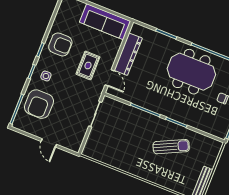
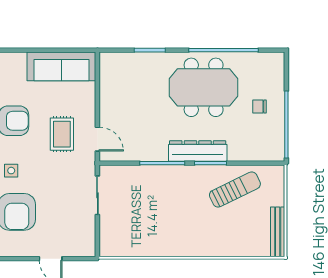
dresser: (128, 54) -> (198, 151), moved, turned -90
sun lounger: (171, 147) -> (235, 190), moved

